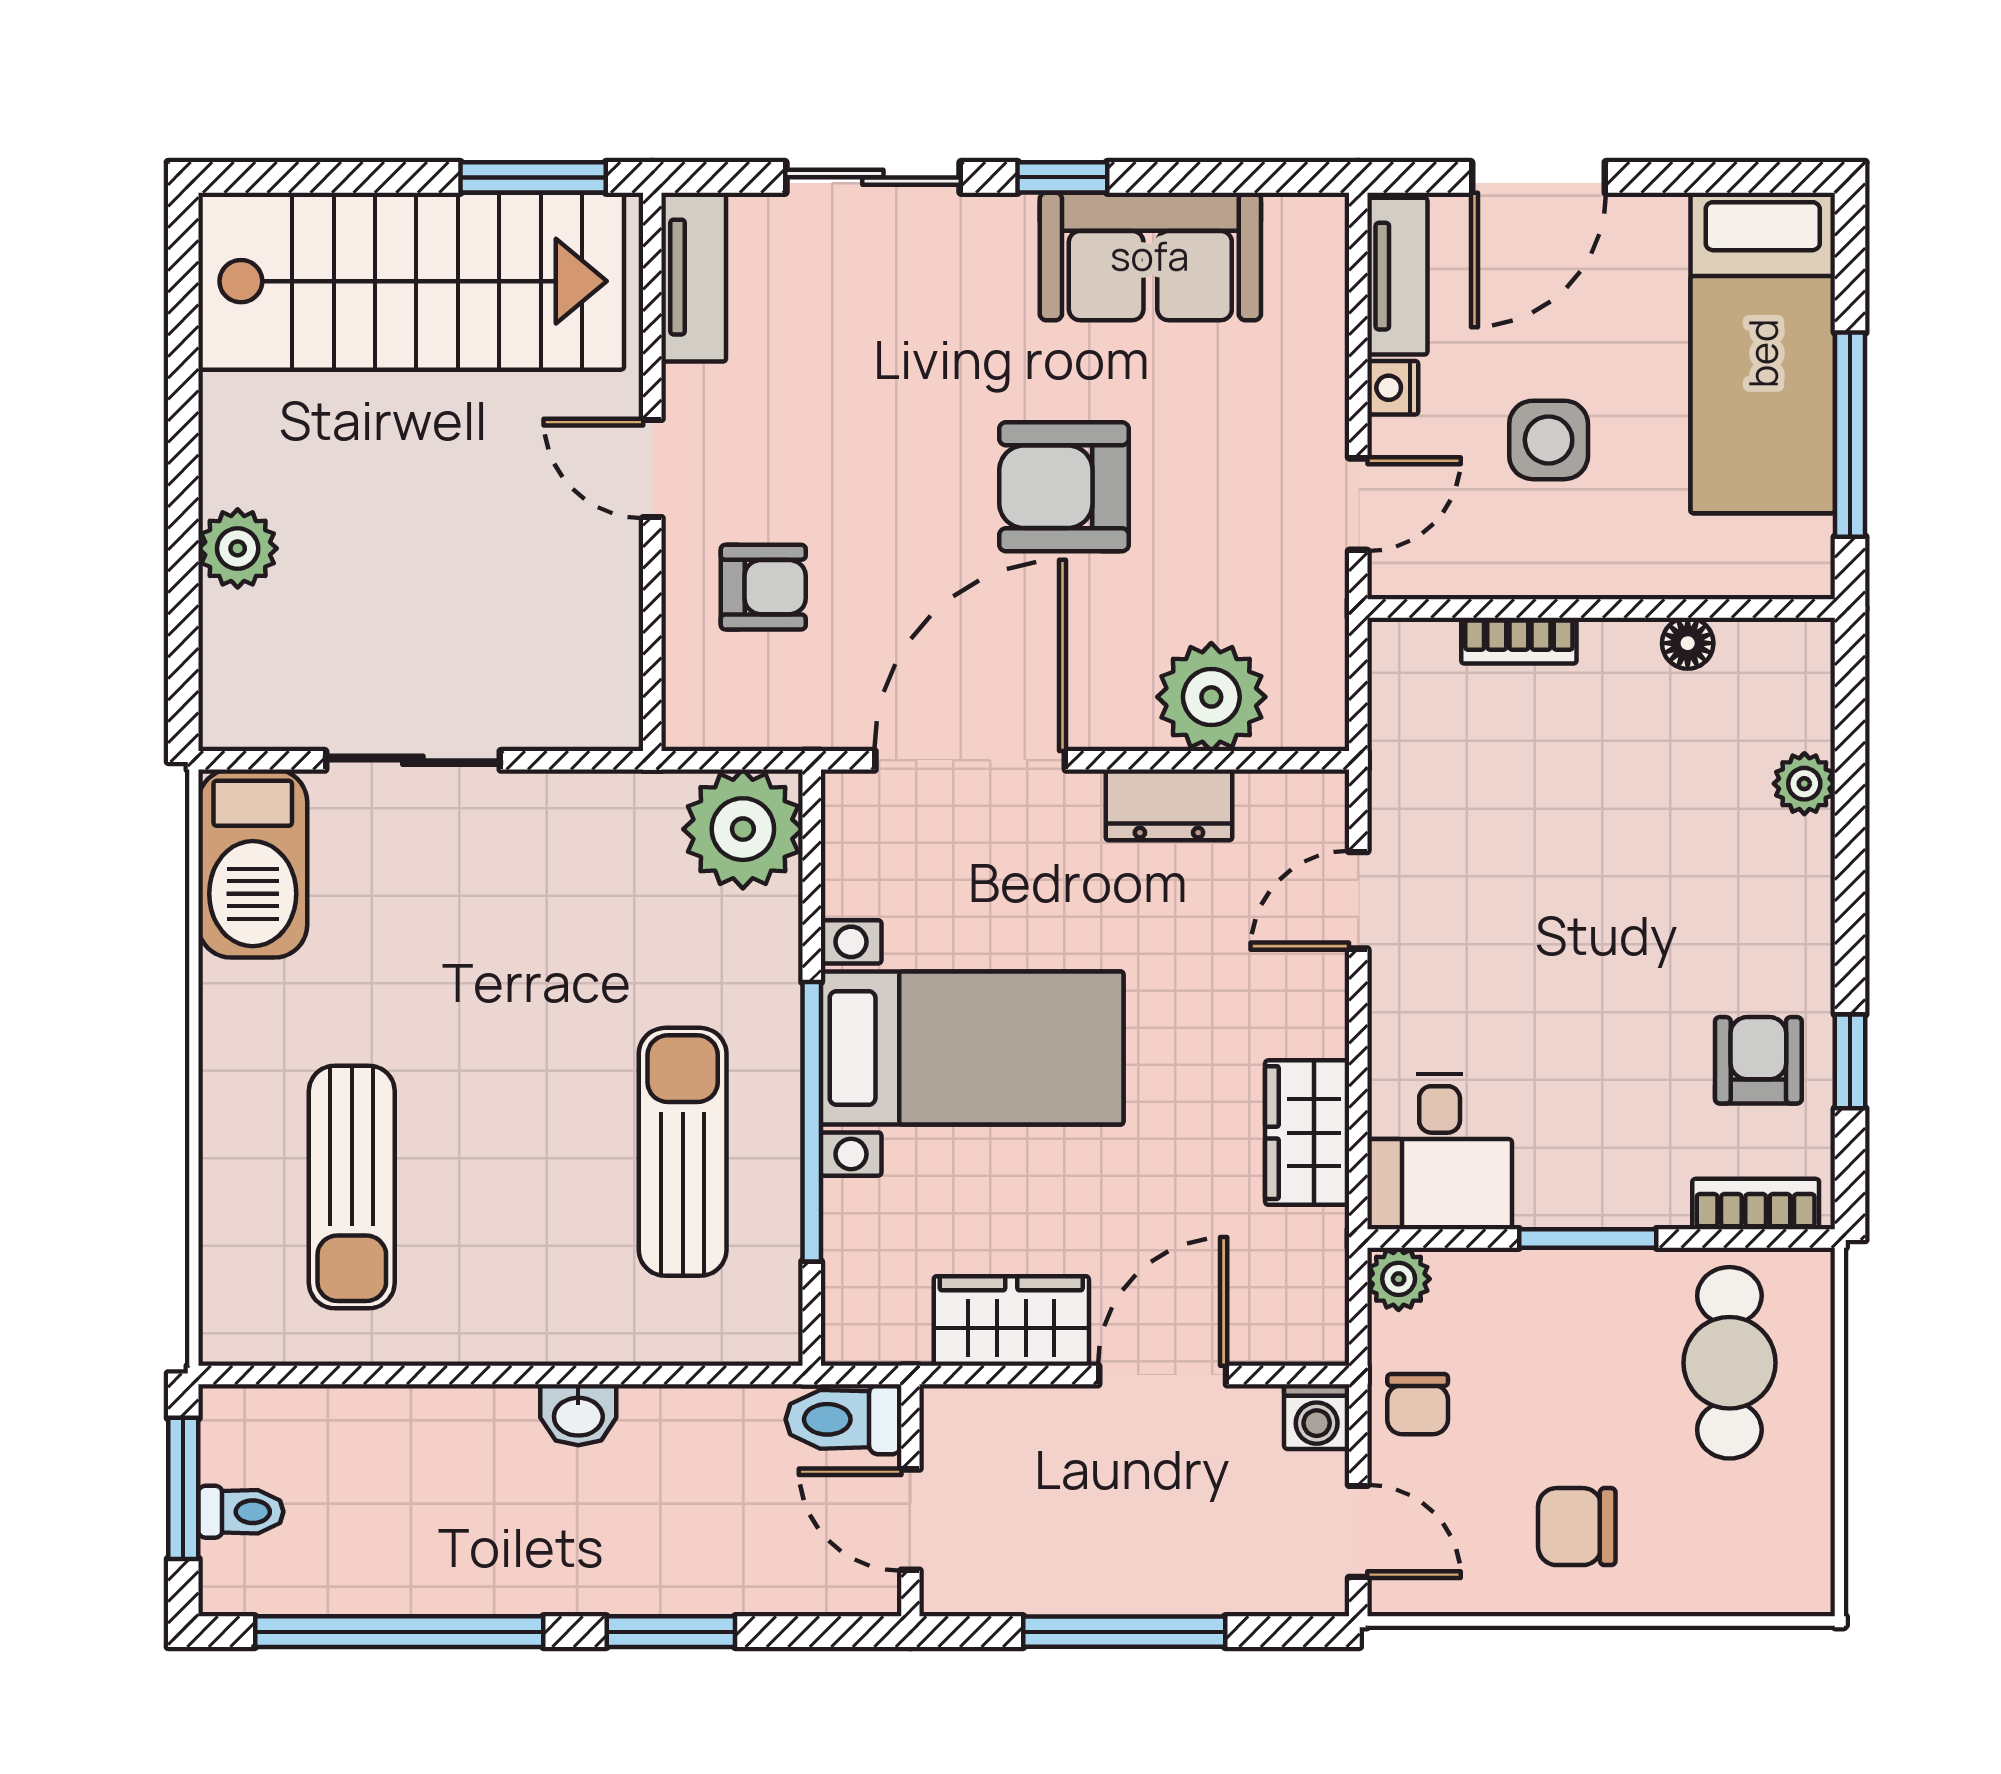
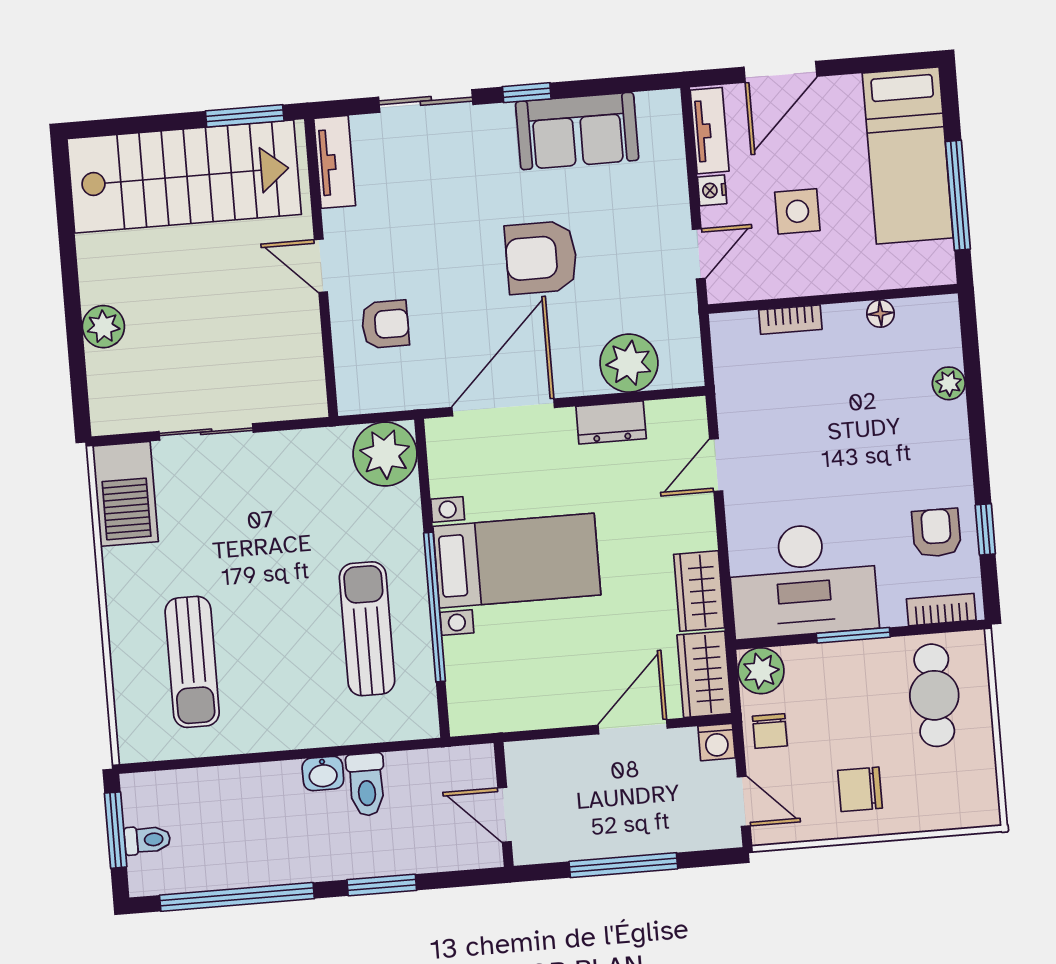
desk: (1440, 1151) -> (803, 580), width x1.87, depth x1.30
plant: (1399, 1279) -> (761, 671), width x1.38, depth x1.38
wardrobe: (1011, 1321) -> (704, 674), moved, turned -90
toilet: (843, 1419) -> (366, 784), moved, turned -90

